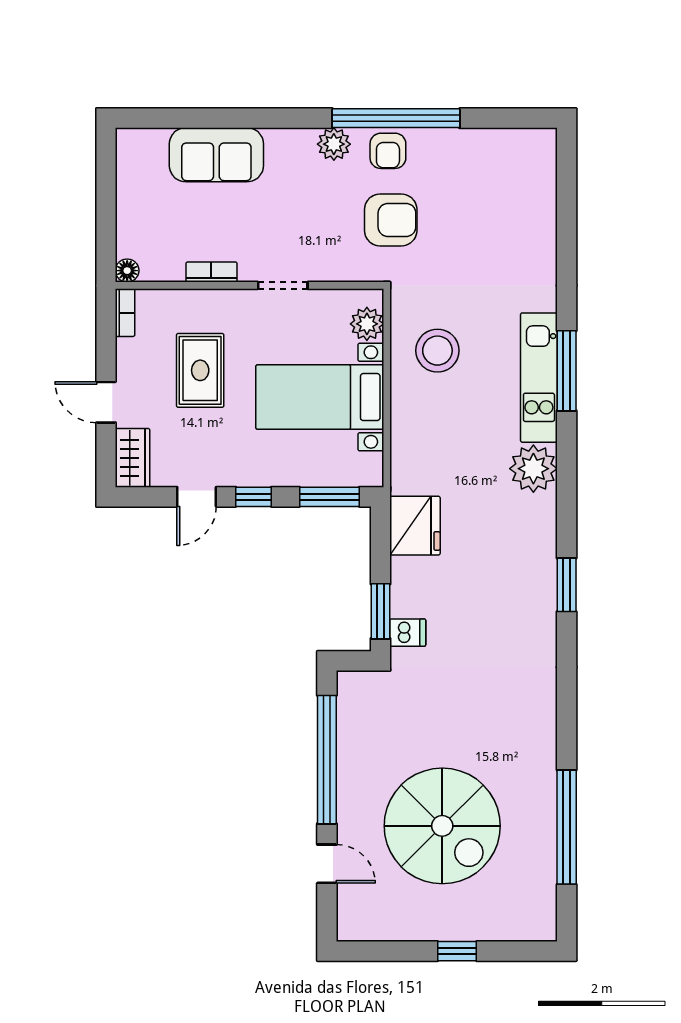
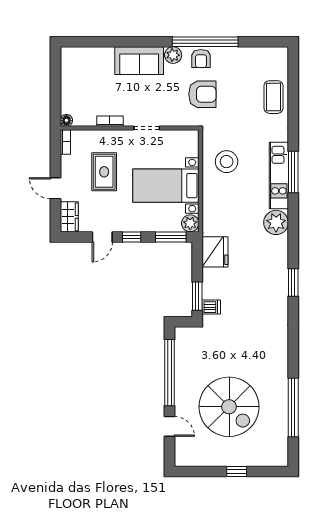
sofa: (216, 155) -> (139, 61), moved
coffee table: (528, 225) -> (273, 97), added
plant: (367, 324) -> (190, 223), moved

